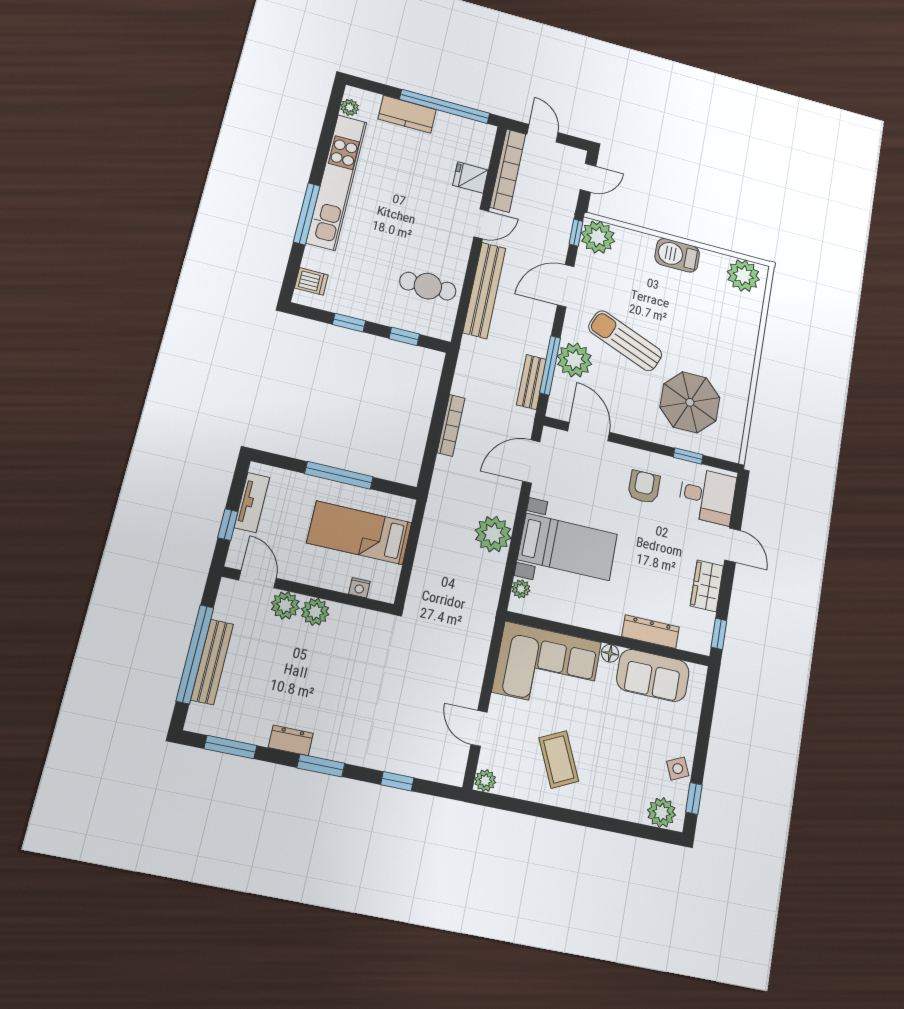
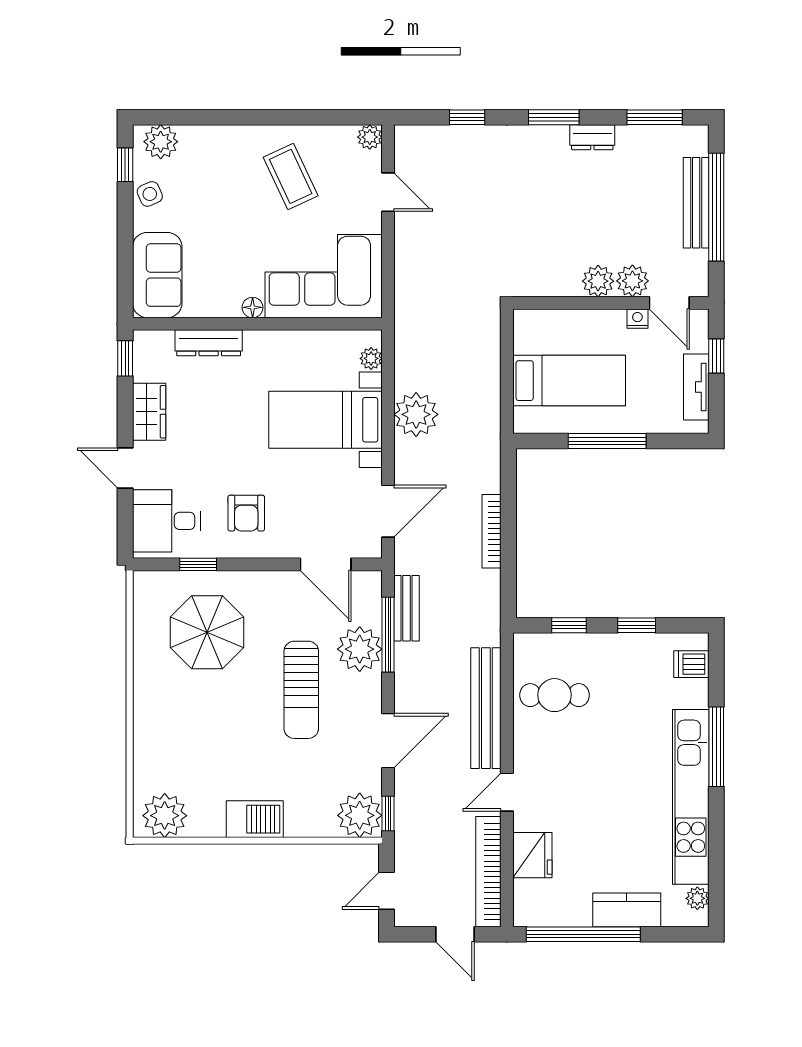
fridge: (470, 178) -> (532, 855), width x1.38
sun lounger: (625, 341) -> (301, 690), turned 68
nightstand: (359, 588) -> (637, 319), moved
sofa: (653, 675) -> (157, 275), moved, turned 90

